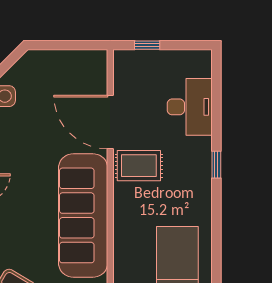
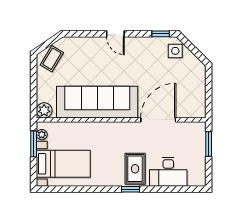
window: (147, 45) -> (209, 144), width x1.50
rug: (139, 166) -> (135, 169), moved

